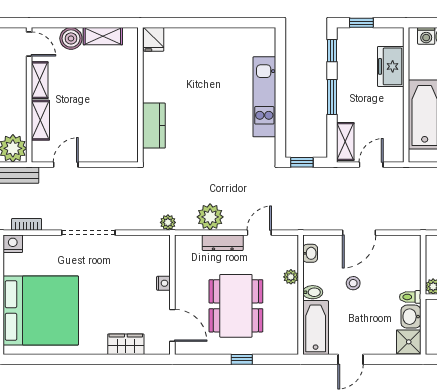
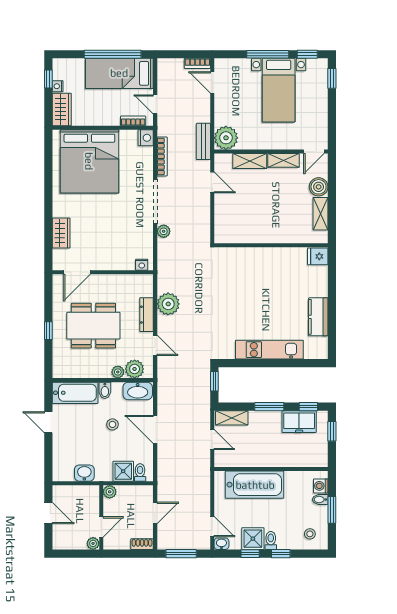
freezer: (391, 66) -> (299, 422), moved, turned 180
kitchen counter: (154, 126) -> (318, 317), moved, turned 90
plant: (168, 222) -> (164, 231), moved
bookcase: (27, 224) -> (162, 156), width x1.56
washbasin: (310, 253) -> (138, 391), width x1.91, depth x1.45
plant: (287, 257) -> (135, 369), added
nightstand: (163, 283) -> (142, 265), moved
toilet: (410, 297) -> (140, 472), moved
shower: (409, 342) -> (123, 471), moved

